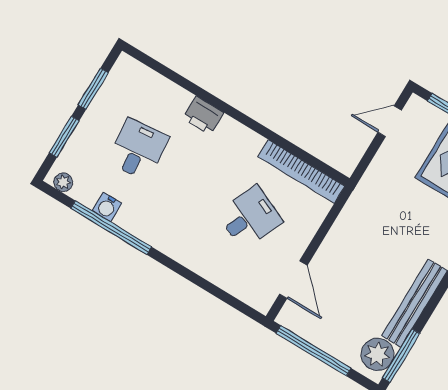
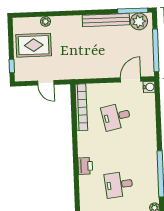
door: (390, 121) -> (46, 83), moved
water cooler: (107, 207) -> (149, 87), moved
desk: (250, 217) -> (116, 116), turned -36

